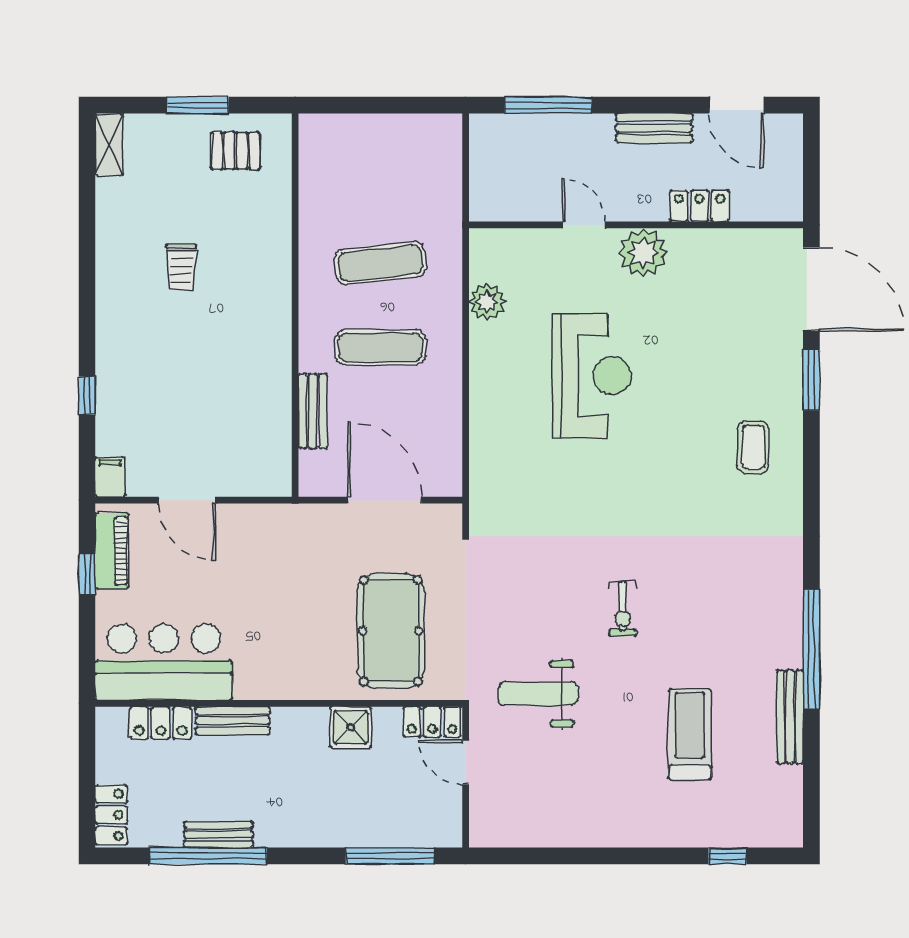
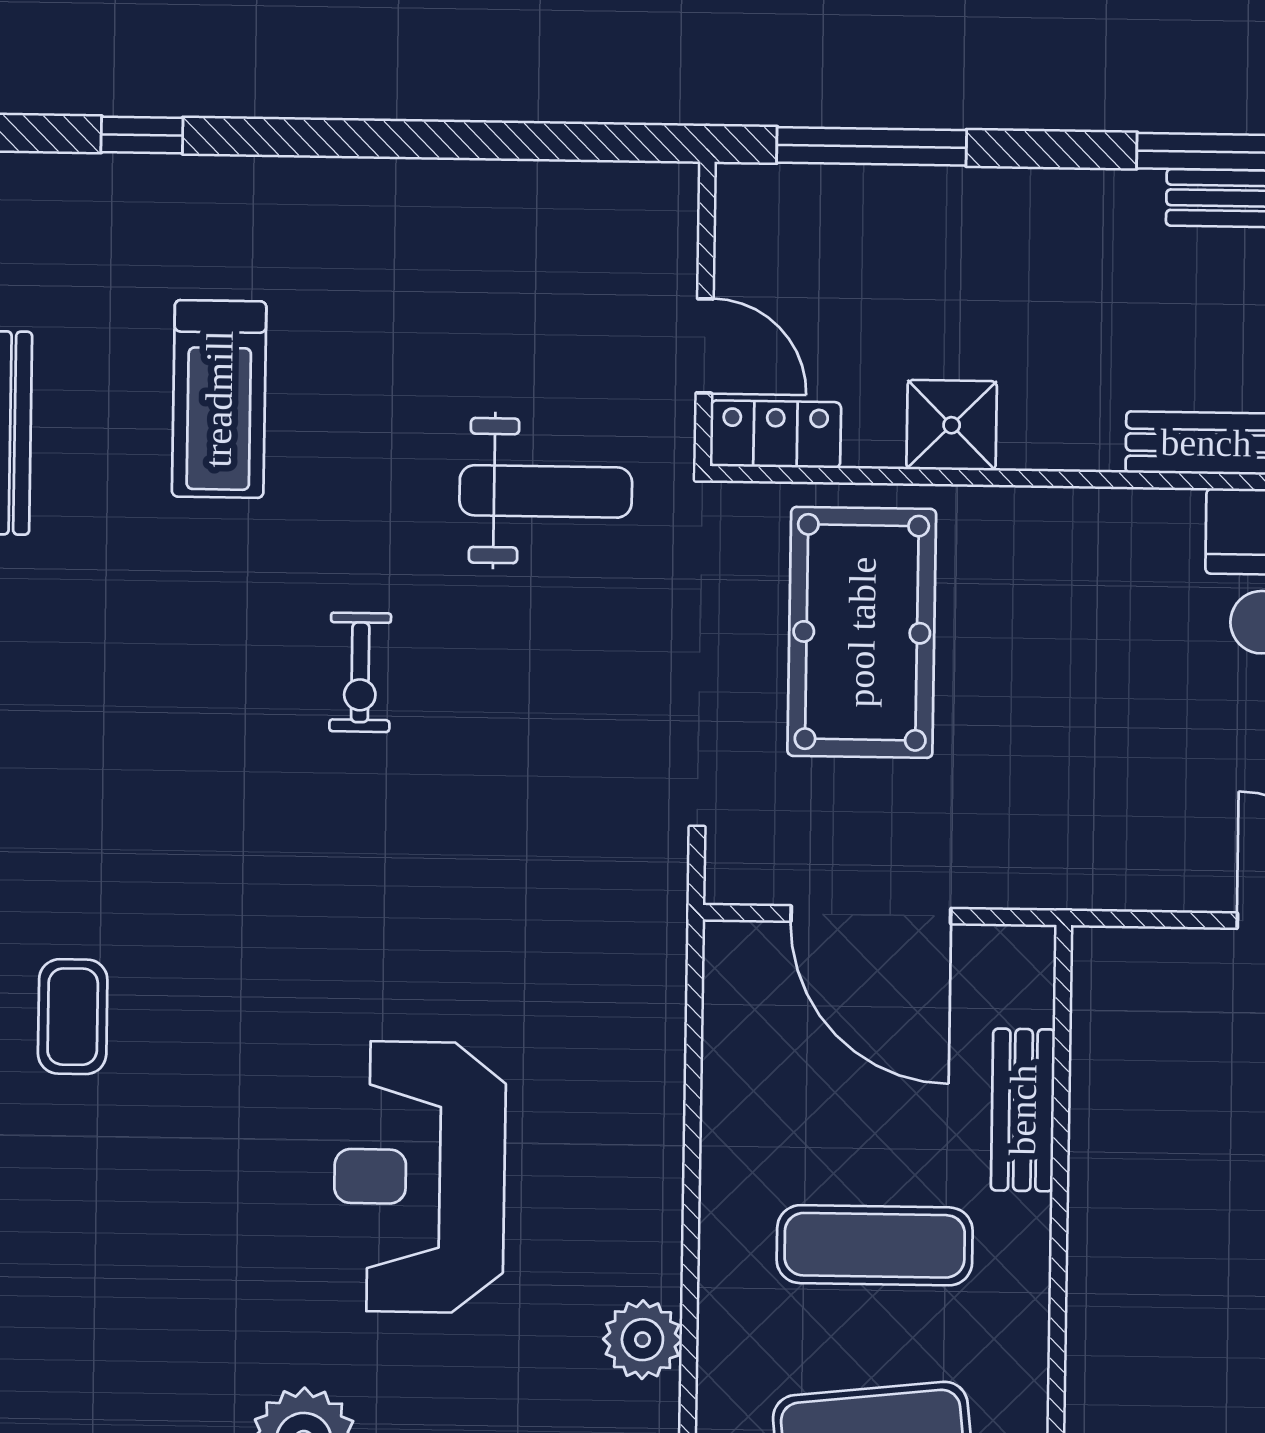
exercise bike: (623, 609) -> (360, 672), turned 180

